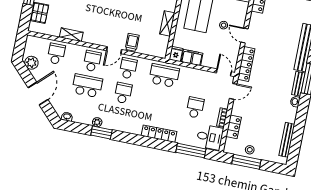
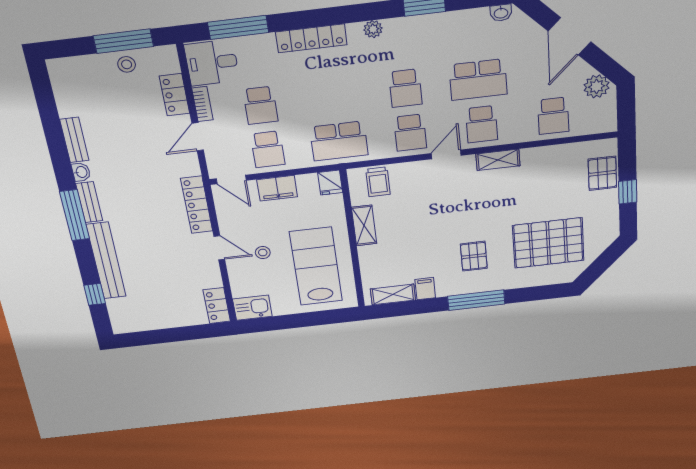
shelving: (71, 35) -> (498, 160), moved
trolley: (132, 42) -> (378, 182), moved
filing cabinet: (192, 57) -> (277, 188), moved
school desk: (200, 83) -> (268, 149), added
door: (233, 91) -> (198, 137), moved
plant: (97, 122) -> (373, 29), moved
bench: (287, 140) -> (74, 140), moved, width x0.73

